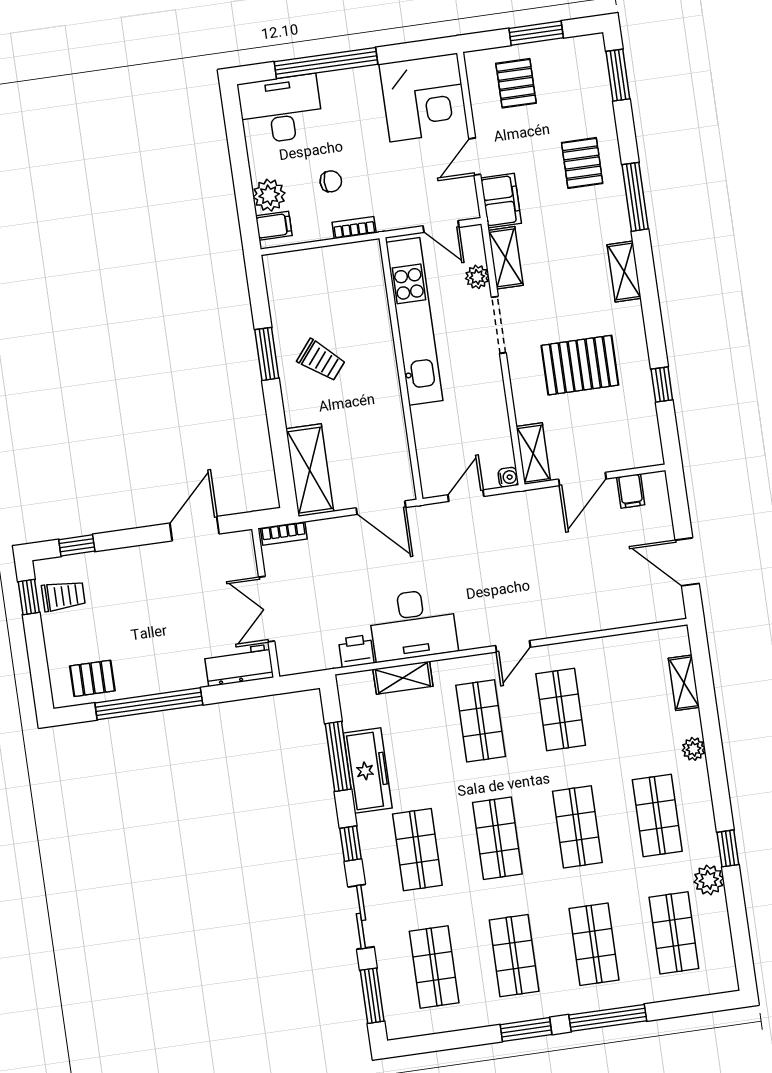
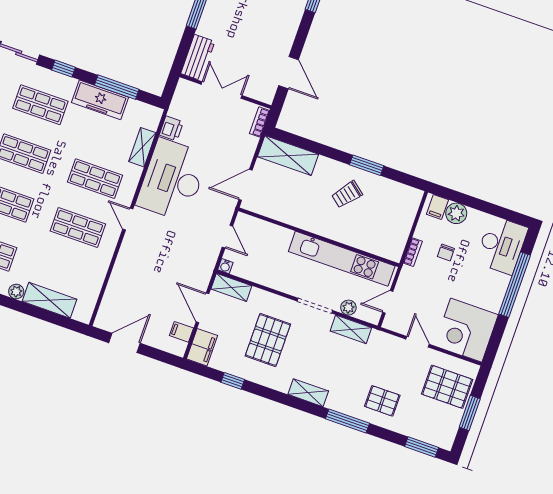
pallet: (516, 83) -> (447, 387), width x1.50, depth x1.42
filing cabinet: (501, 201) -> (202, 347), moved, turned -90
desk: (413, 625) -> (172, 180), width x1.36, depth x1.30
shelving: (684, 683) -> (50, 300), width x1.50, depth x1.33

